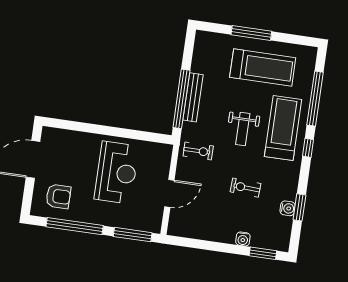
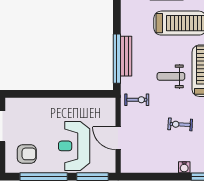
weight bench: (243, 129) -> (171, 76), turned 90
reception desk: (117, 173) -> (74, 146), moved, turned 180
door: (169, 193) -> (118, 138), swing flipped

